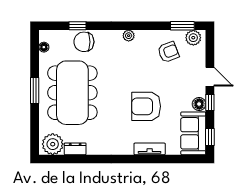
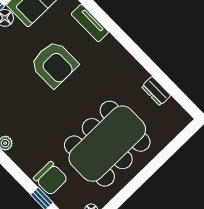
window: (35, 90) -> (139, 180), removed
plant: (53, 144) -> (172, 116), removed

